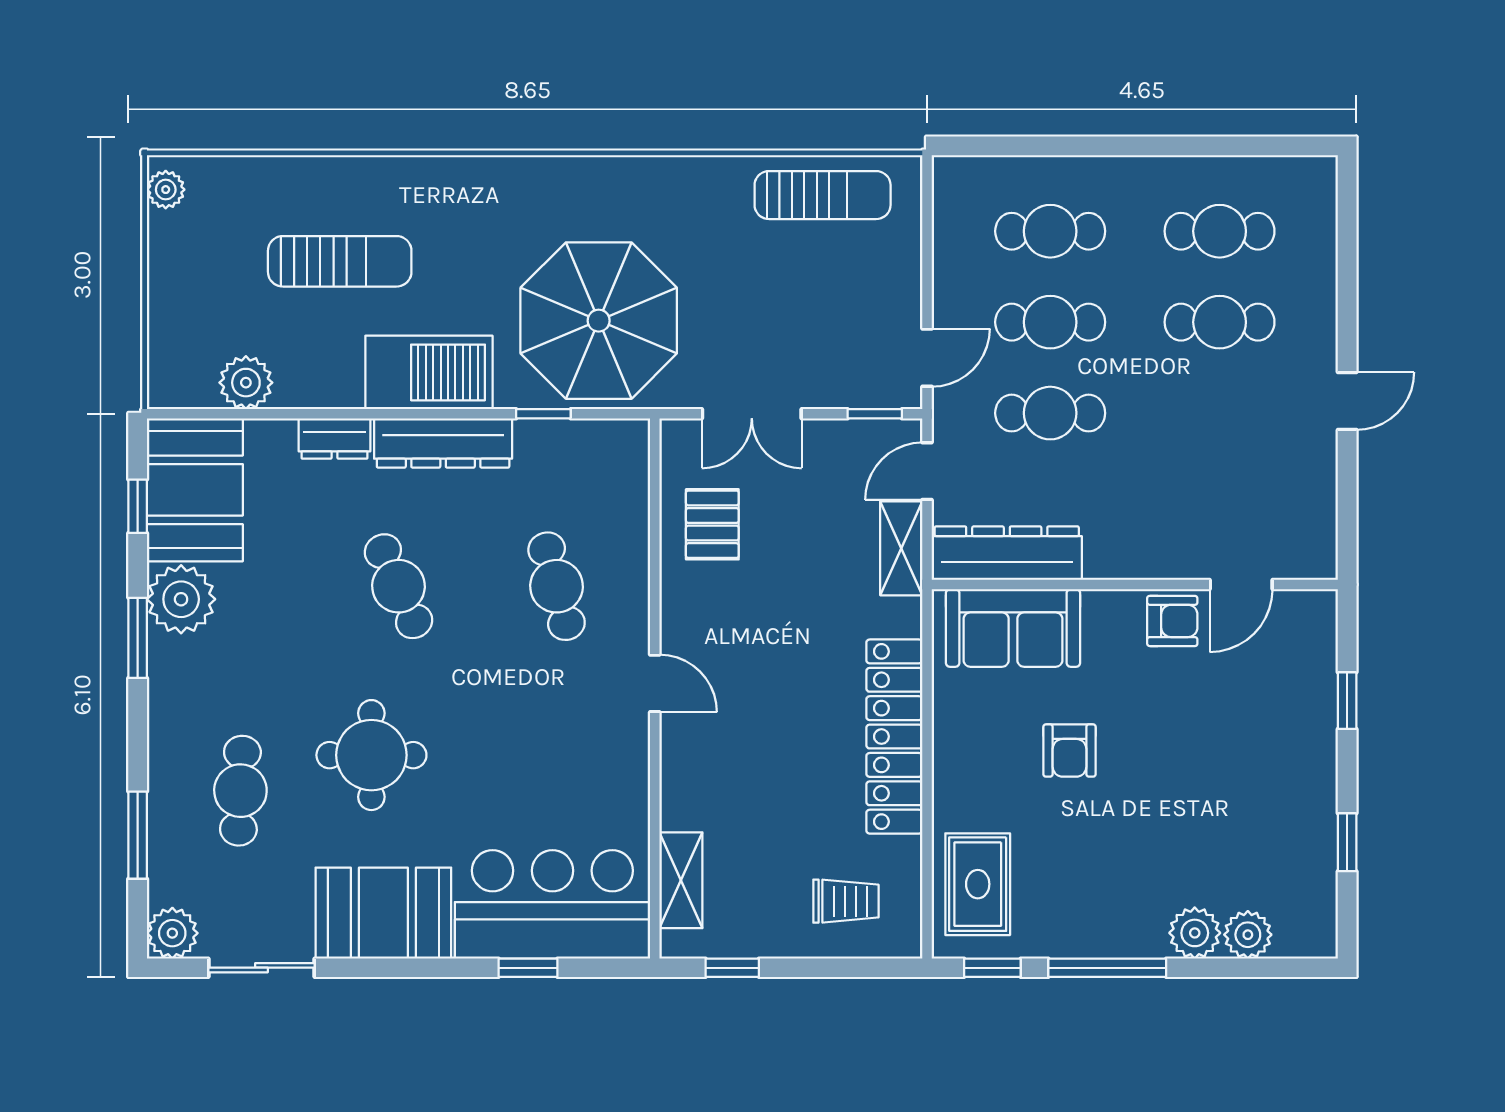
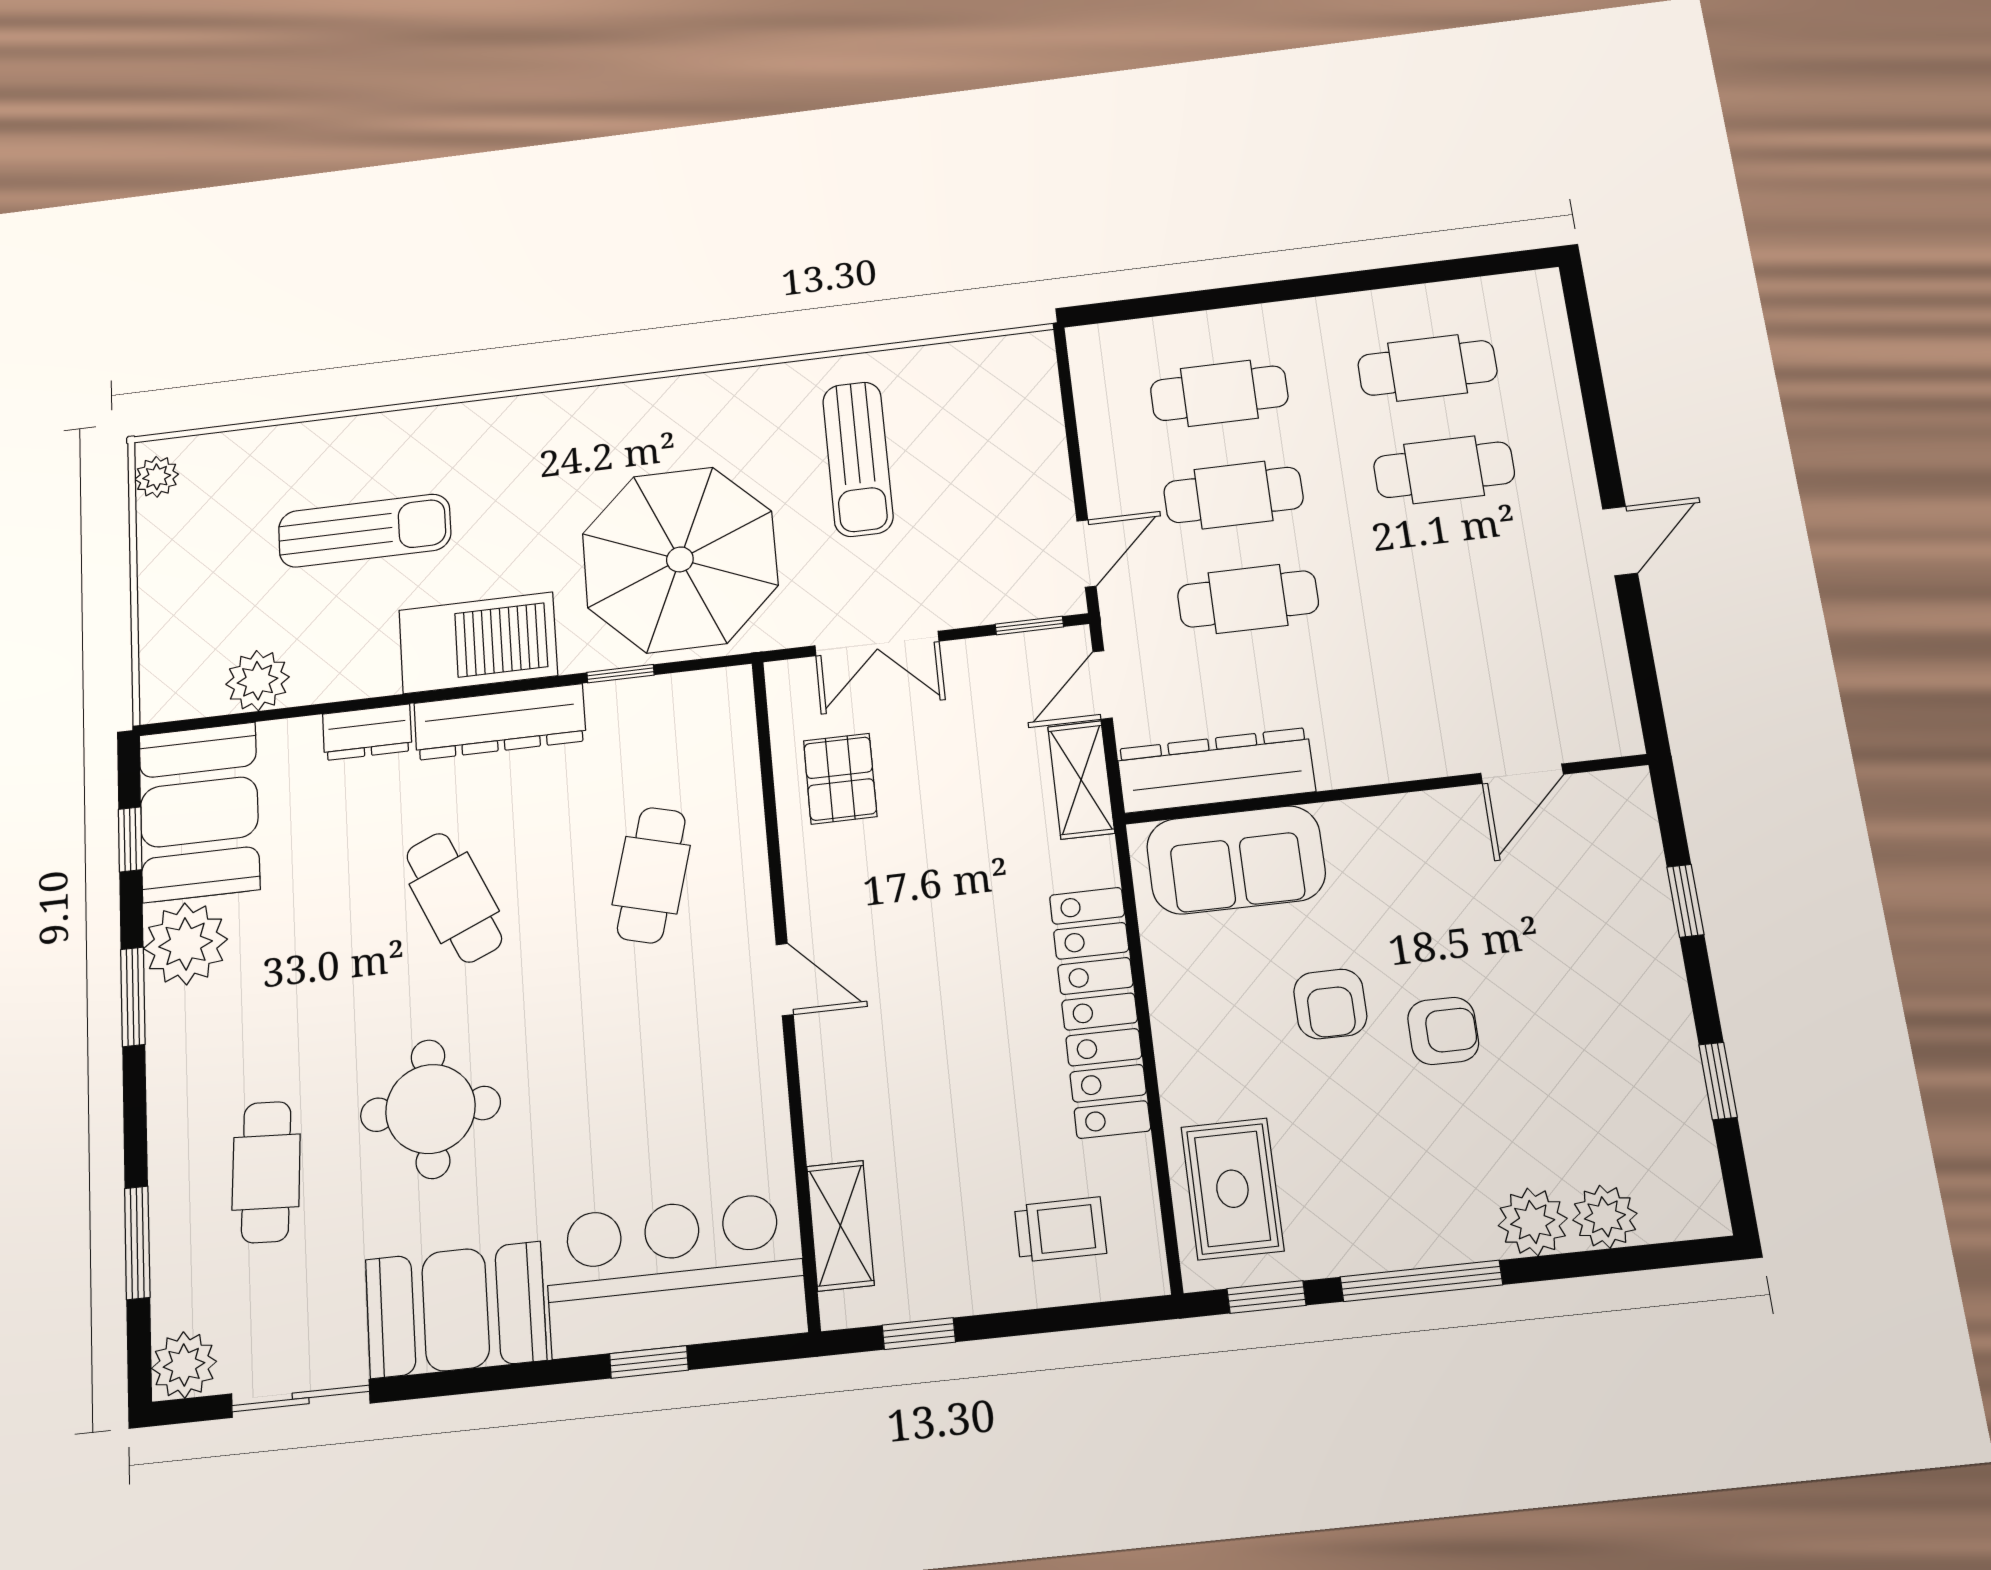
sun lounger: (823, 195) -> (858, 459), moved, turned 90
cafe table: (557, 586) -> (651, 875), turned 30
armchair: (1172, 621) -> (1443, 1031), moved

